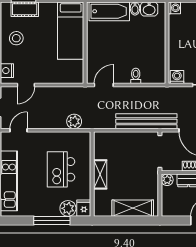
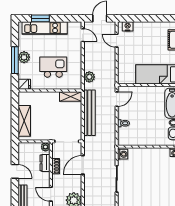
stool: (16, 38) -> (152, 33), removed
door: (104, 85) -> (117, 99), hinge flipped
bench: (146, 121) -> (89, 113), moved
shelving: (100, 174) -> (71, 96), moved
plant: (68, 208) -> (24, 57), moved

